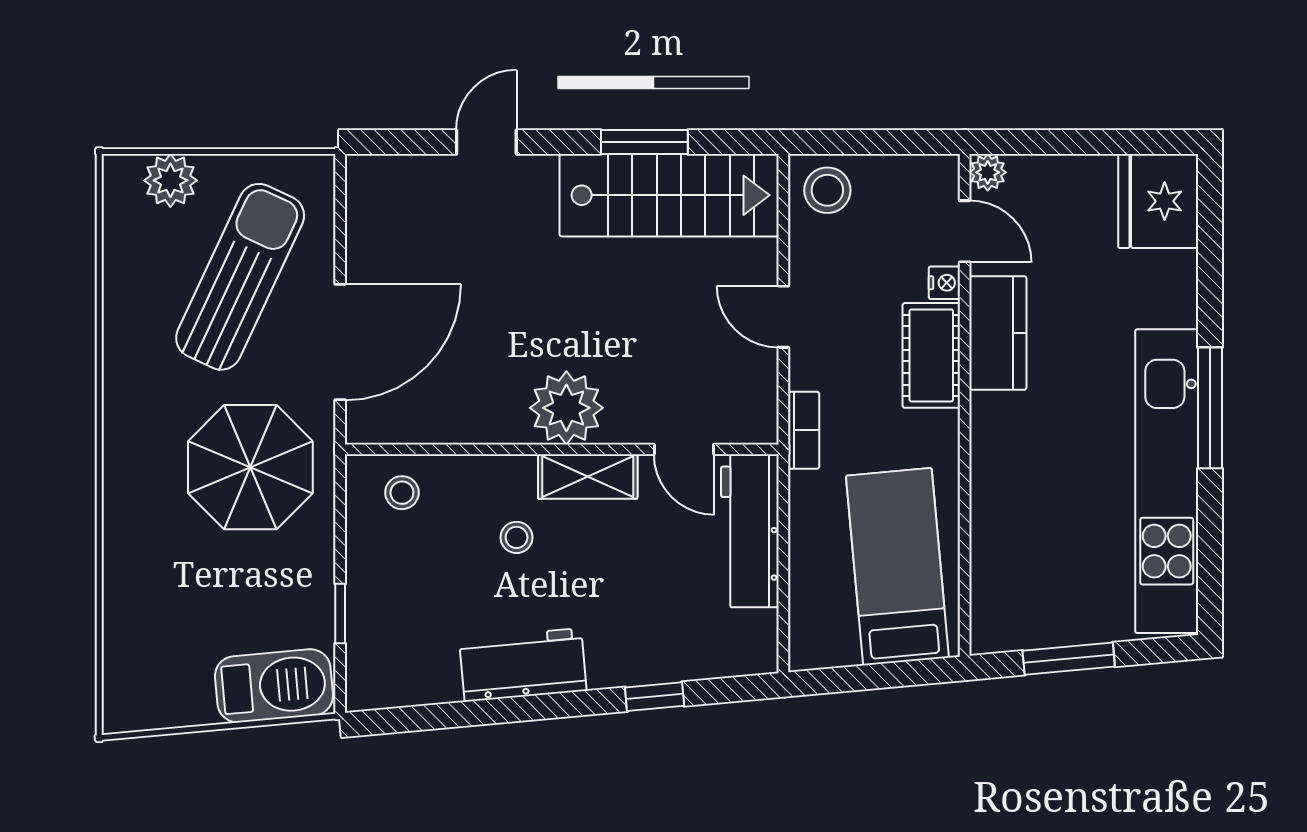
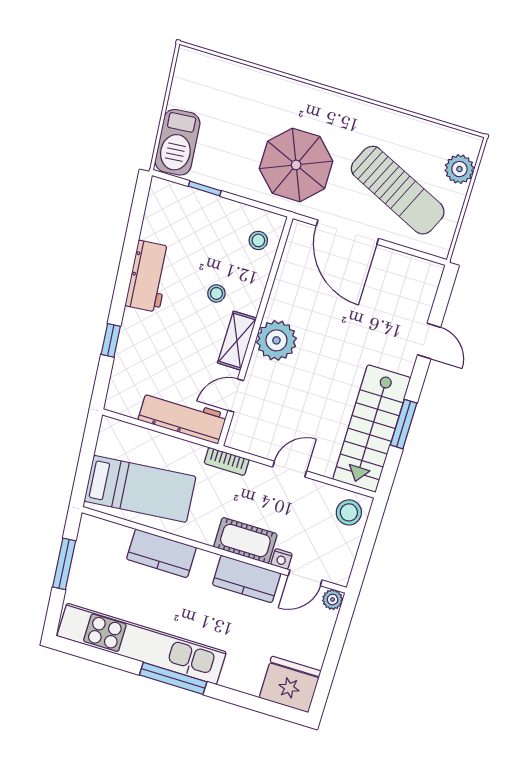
kitchen counter: (998, 495) -> (161, 553), added

